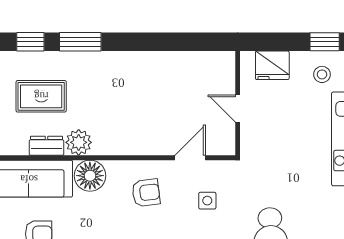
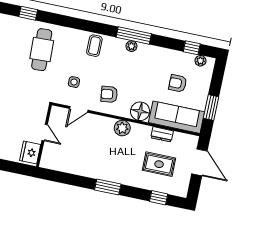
window: (80, 42) -> (108, 187), moved
fridge: (272, 65) -> (30, 152), moved, turned -90
plant: (79, 142) -> (122, 128), moved

